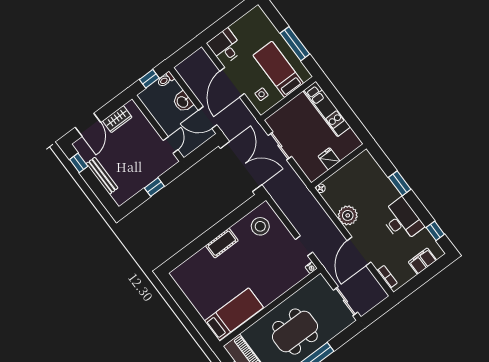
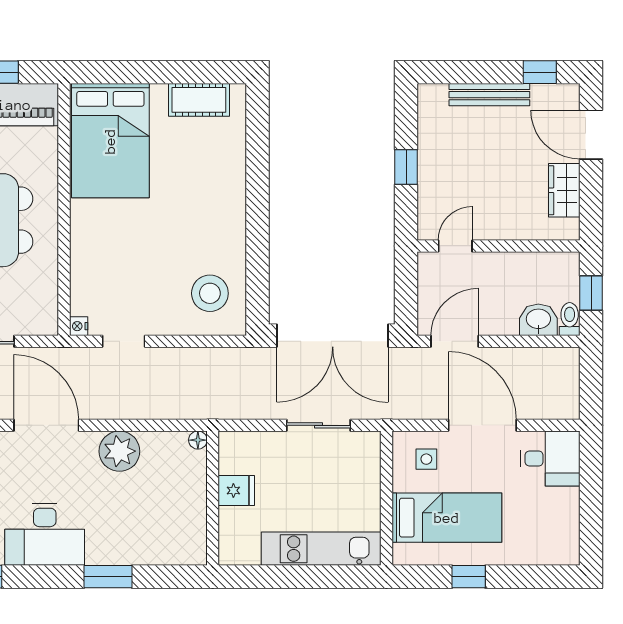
window: (295, 44) -> (469, 577), width x0.46
washbasin: (183, 102) -> (538, 320), moved
door: (171, 145) -> (455, 246), swing flipped
cot: (222, 243) -> (199, 100), moved, turned 90
bed: (234, 314) -> (110, 141), width x1.50

